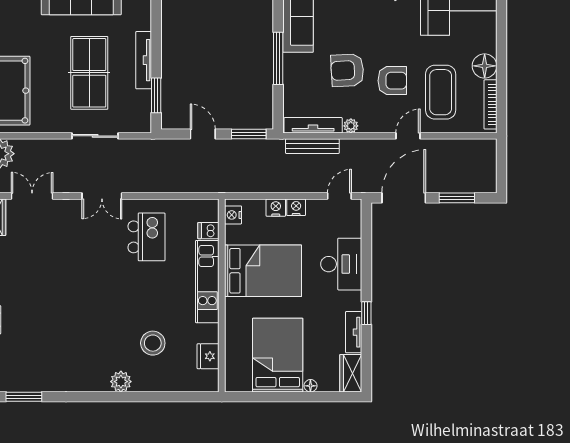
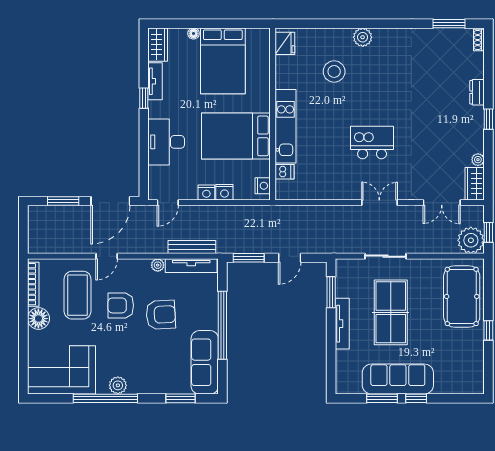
window: (278, 58) -> (222, 325), width x1.46
door: (203, 134) -> (290, 258), hinge flipped
kitchen island: (146, 237) -> (372, 142), moved, turned 90
fridge: (208, 356) -> (285, 43), moved

